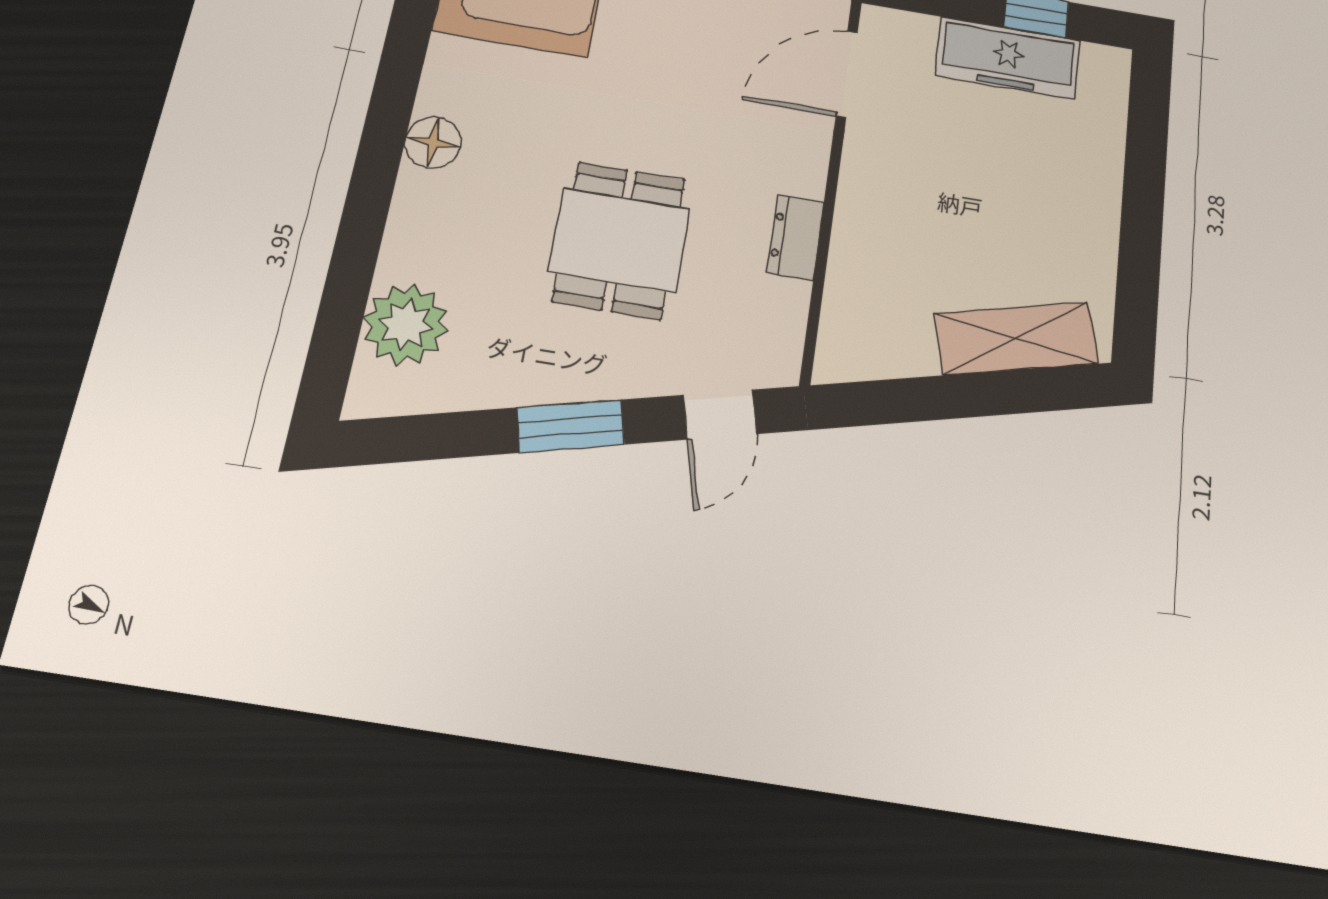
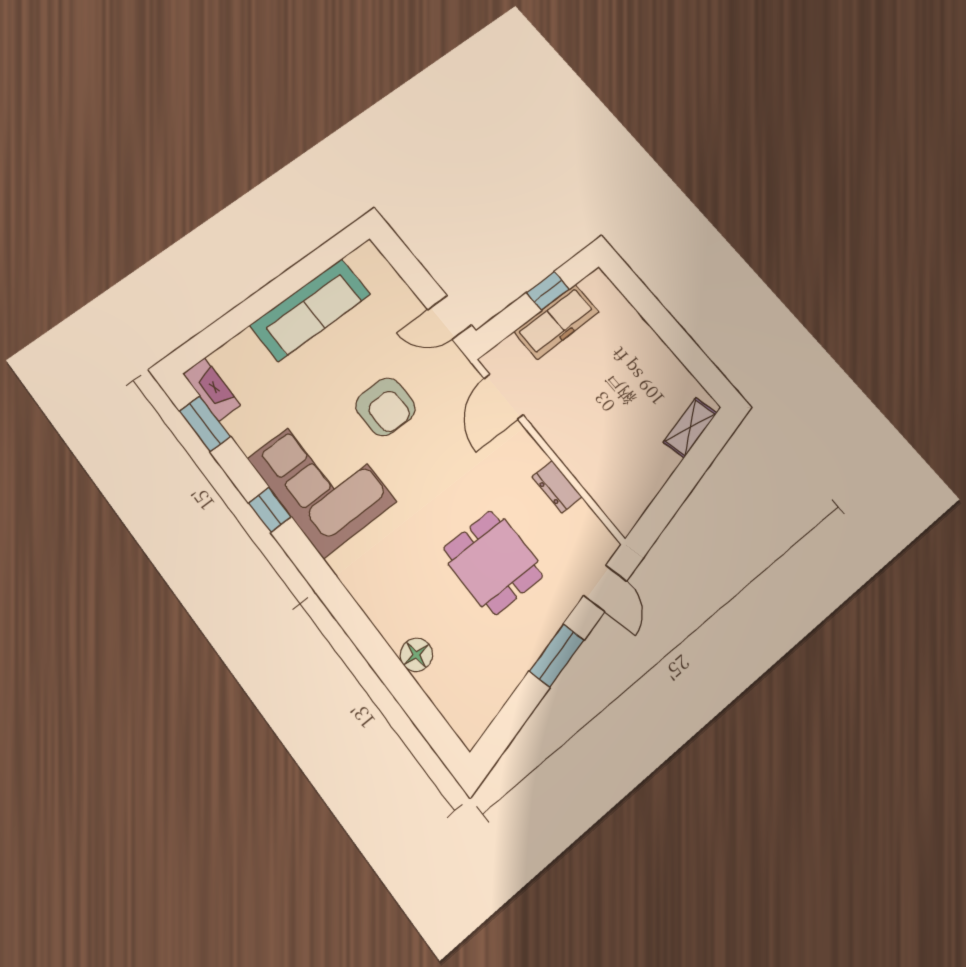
floor lamp: (433, 143) -> (416, 655), moved
plant: (406, 324) -> (451, 688), removed
shelving: (1016, 338) -> (690, 428), width x0.67, depth x0.75

